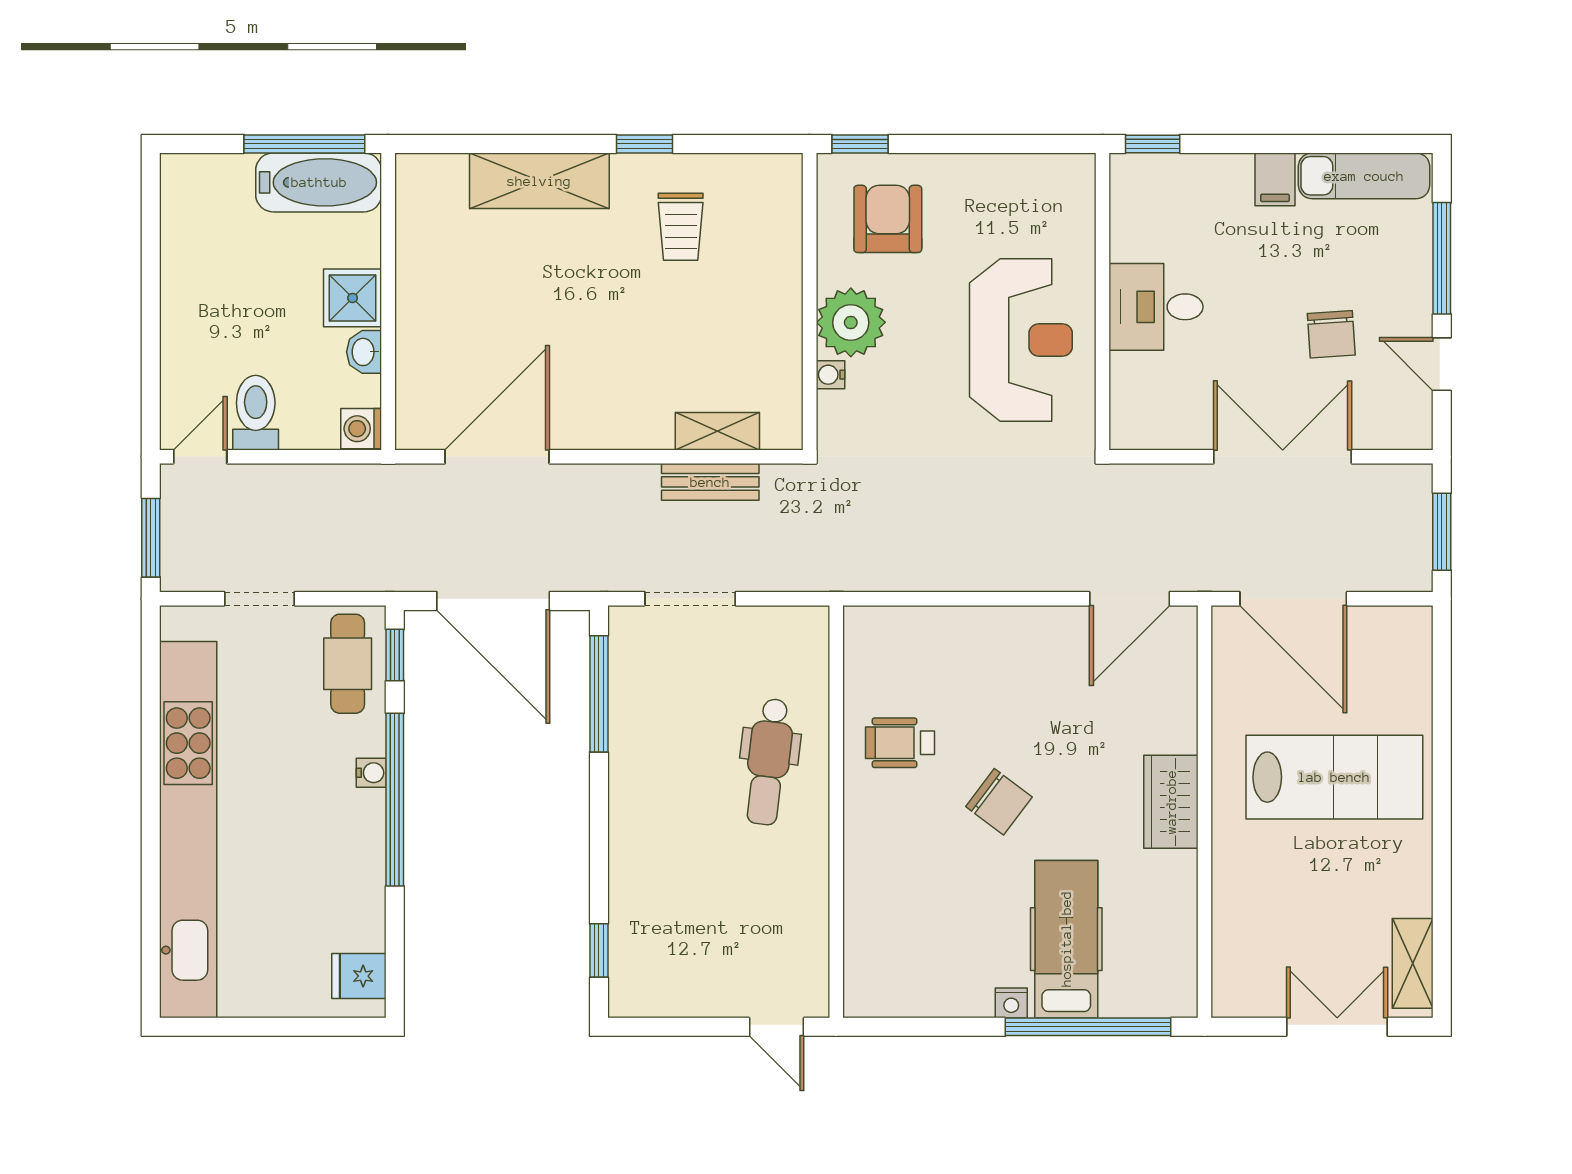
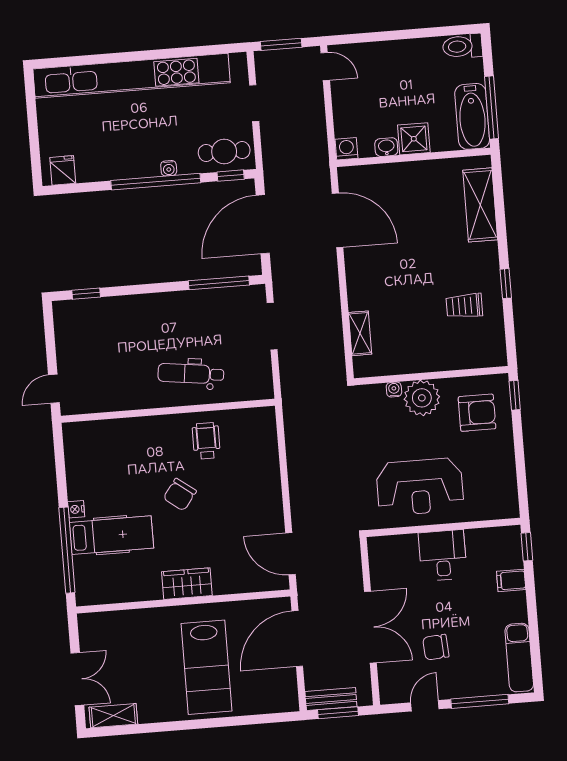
filing cabinet: (1275, 179) -> (511, 580), moved
shelving: (539, 181) -> (480, 205), moved
toilet: (256, 413) -> (463, 46), moved, turned 180
bench: (710, 482) -> (331, 699), moved, turned 90

